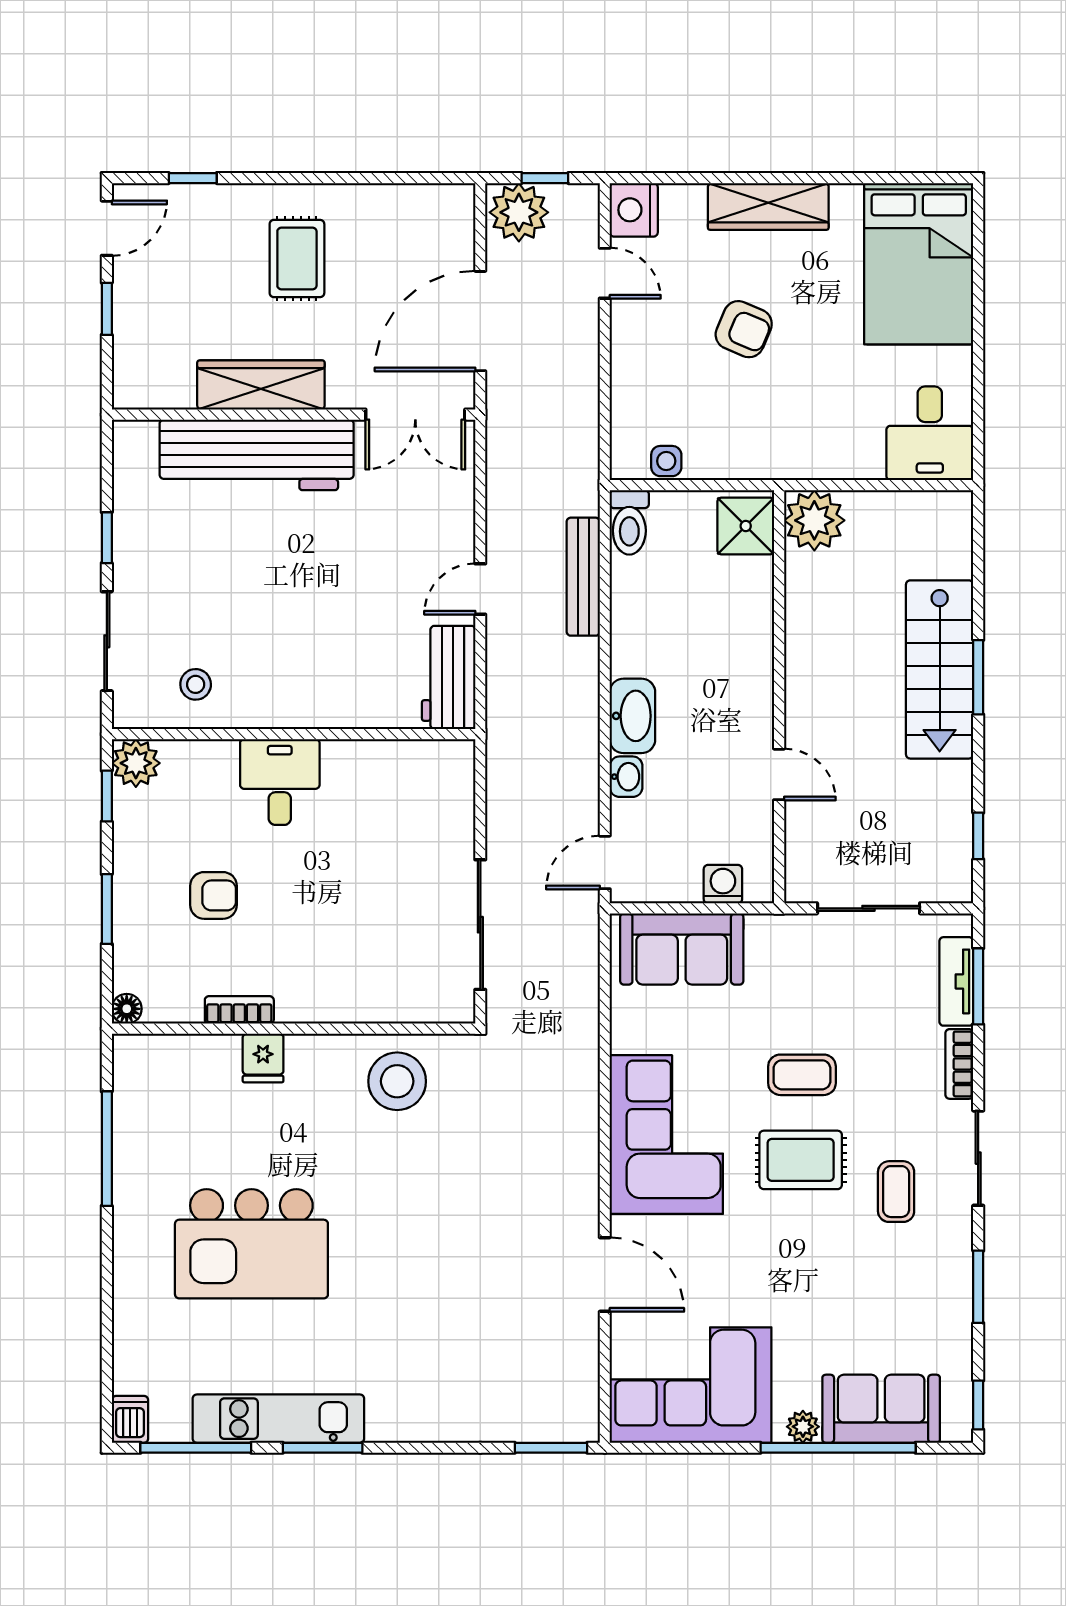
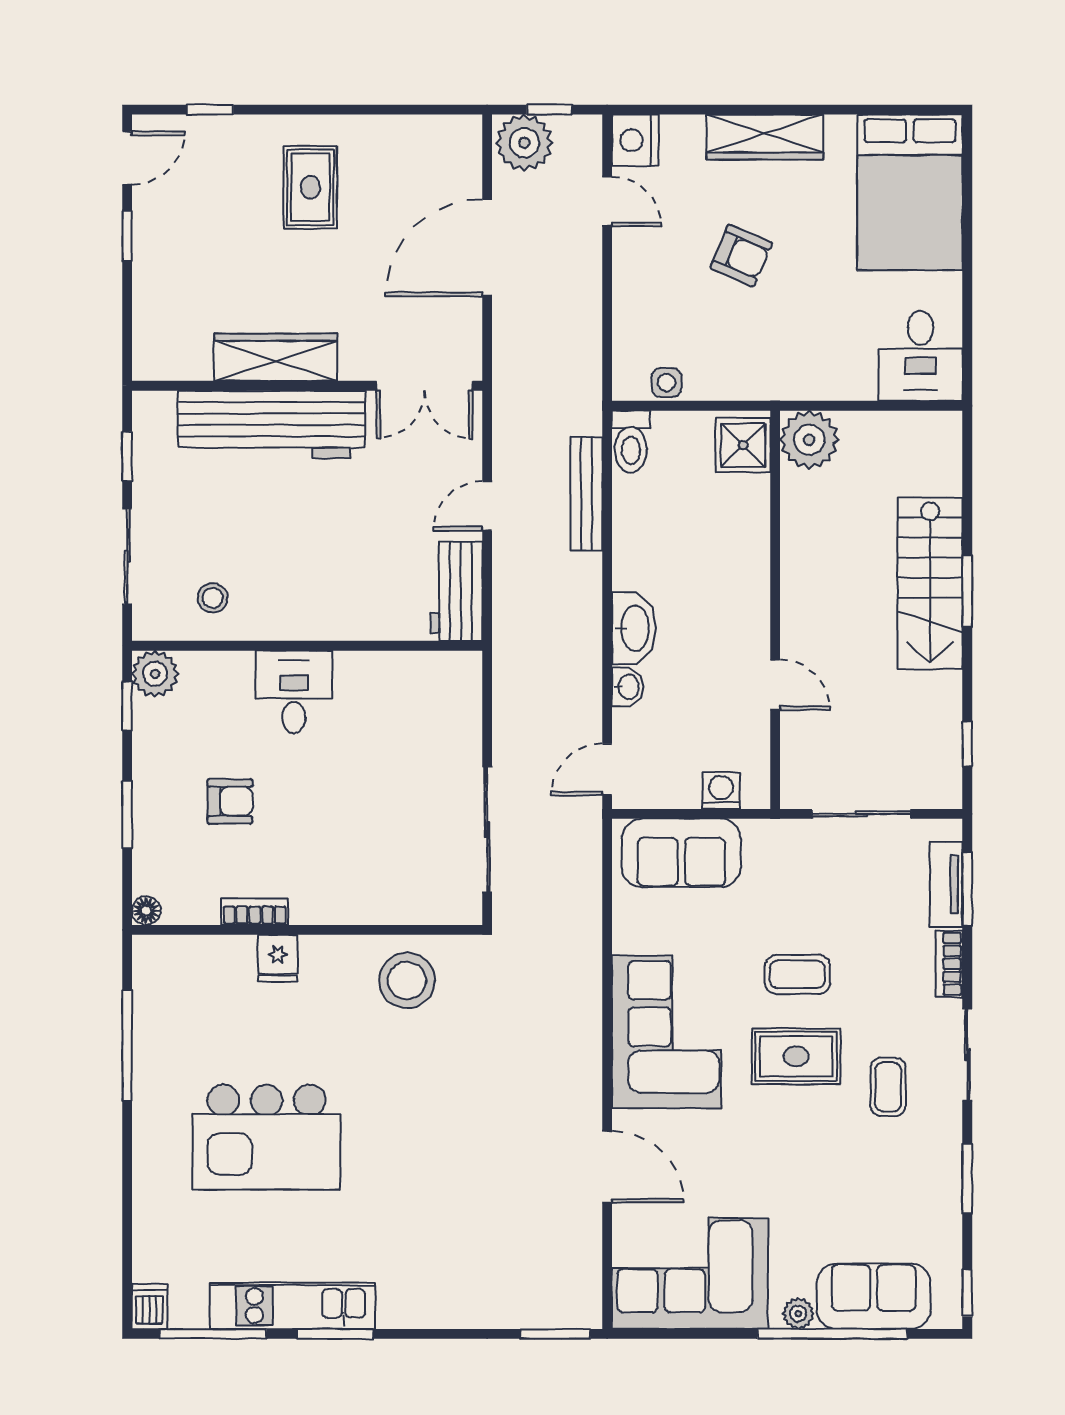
wardrobe: (261, 385) -> (276, 357), moved
wall: (294, 415) -> (307, 386), moved
double door: (415, 415) -> (425, 386), moved
workbench: (257, 455) -> (272, 425), moved

